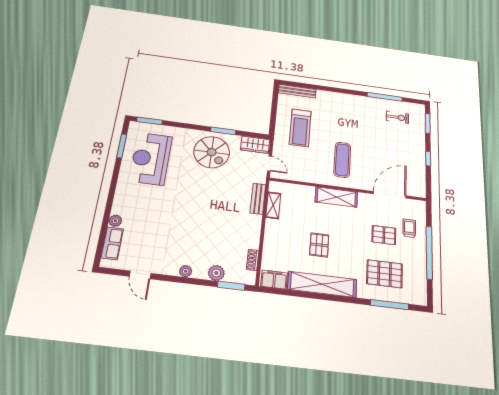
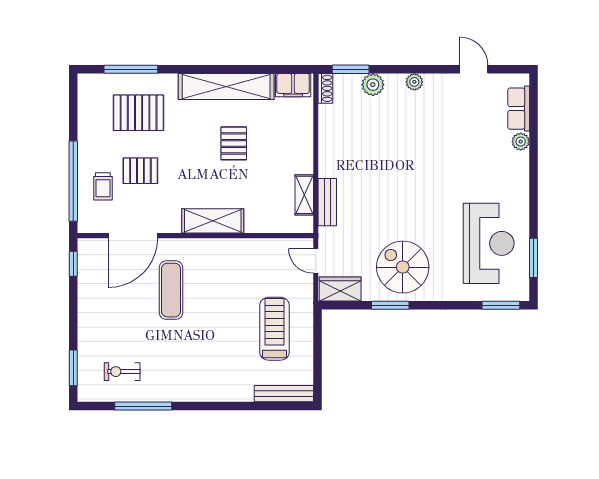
window: (428, 159) -> (73, 264), moved
exercise mat: (342, 160) -> (171, 290), moved
window: (429, 252) -> (73, 181), moved
shoe rack: (253, 260) -> (325, 88), moved

